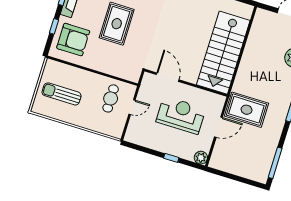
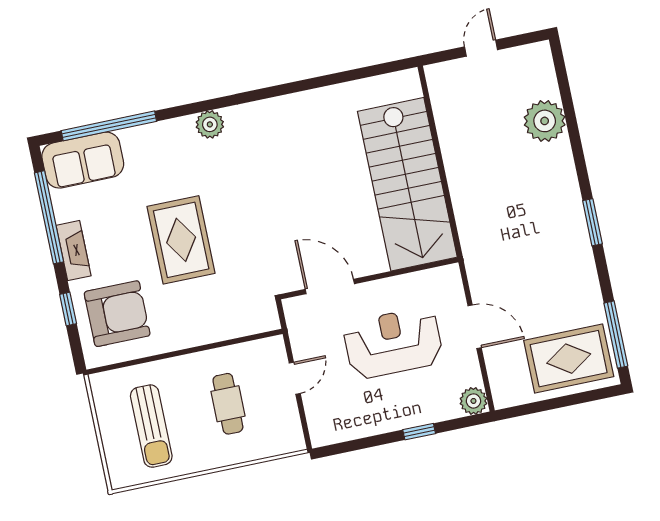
sun lounger: (62, 94) -> (151, 426), turned -90
cafe table: (111, 98) -> (228, 404), moved
rug: (246, 110) -> (569, 359), moved
door: (218, 127) -> (475, 327), hinge flipped

